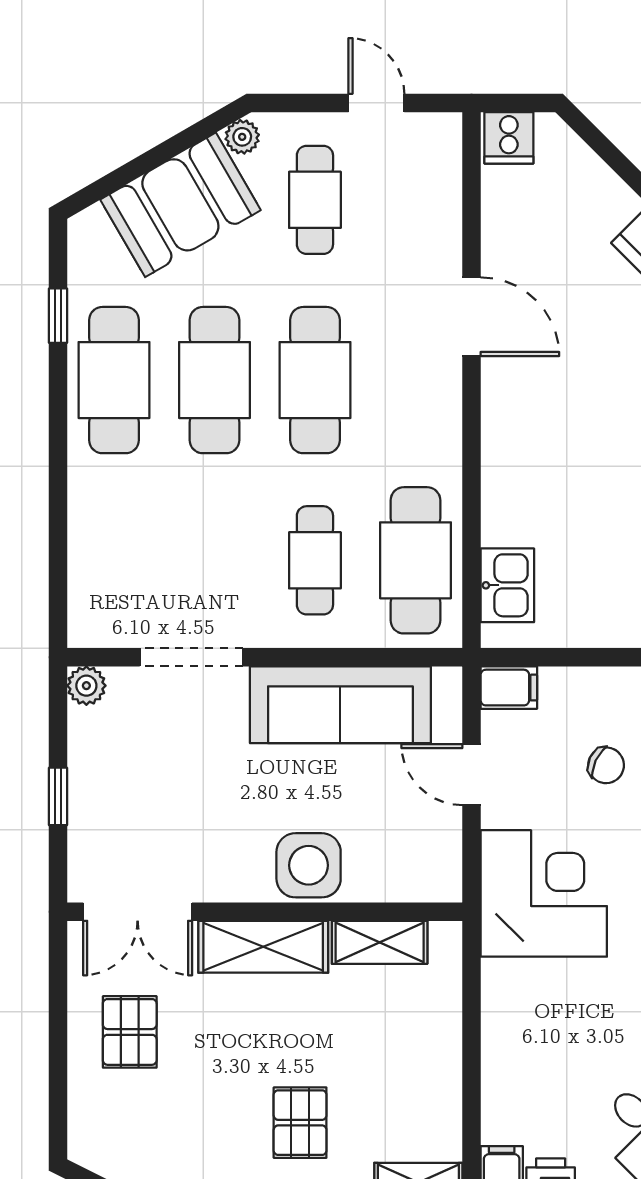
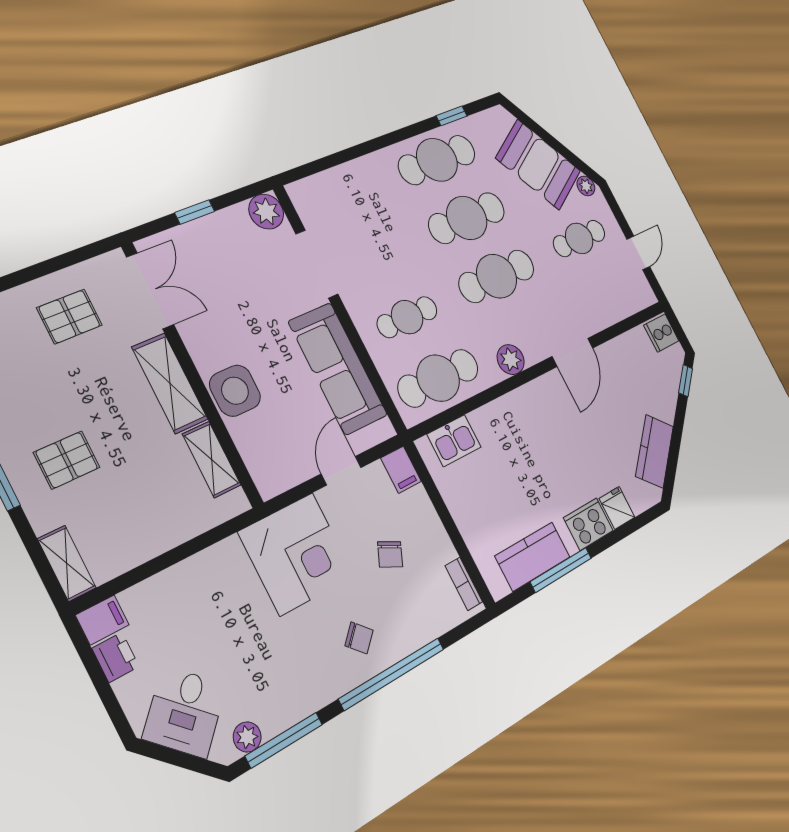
window: (595, 139) -> (686, 381), added
plant: (439, 428) -> (511, 360), added
plant: (86, 686) -> (266, 212), width x1.38, depth x1.38
double door: (138, 912) -> (150, 291), swing flipped

